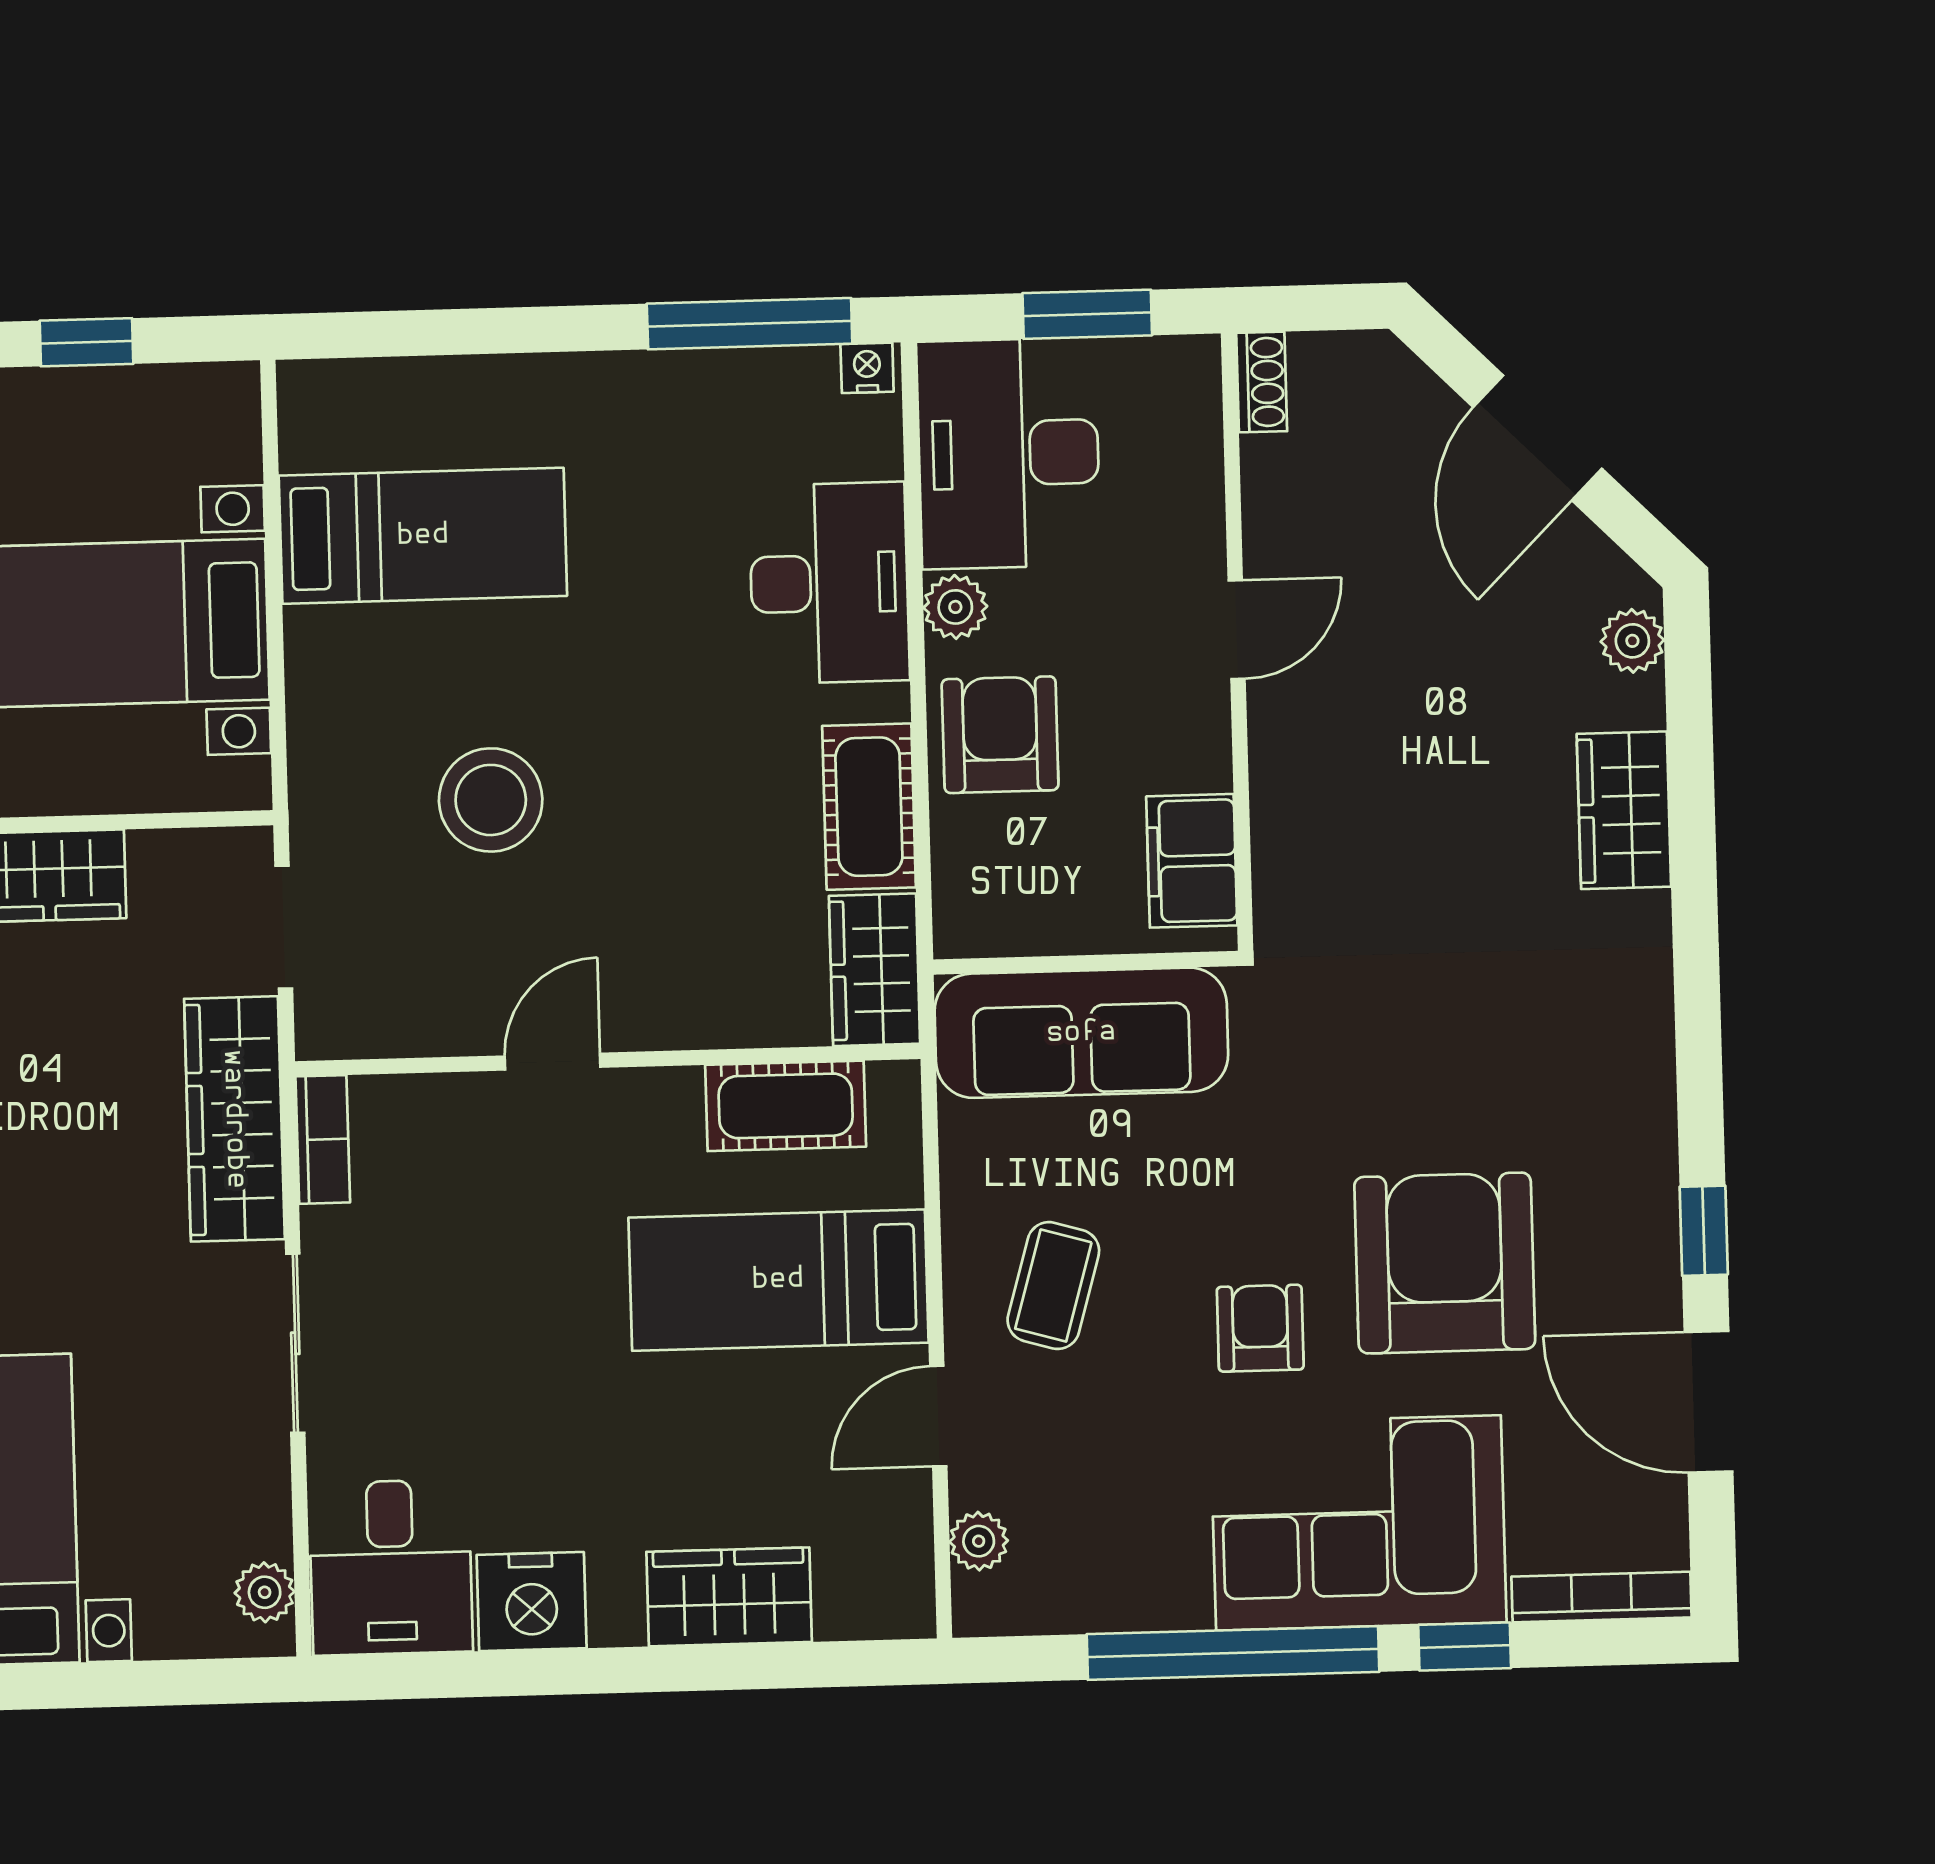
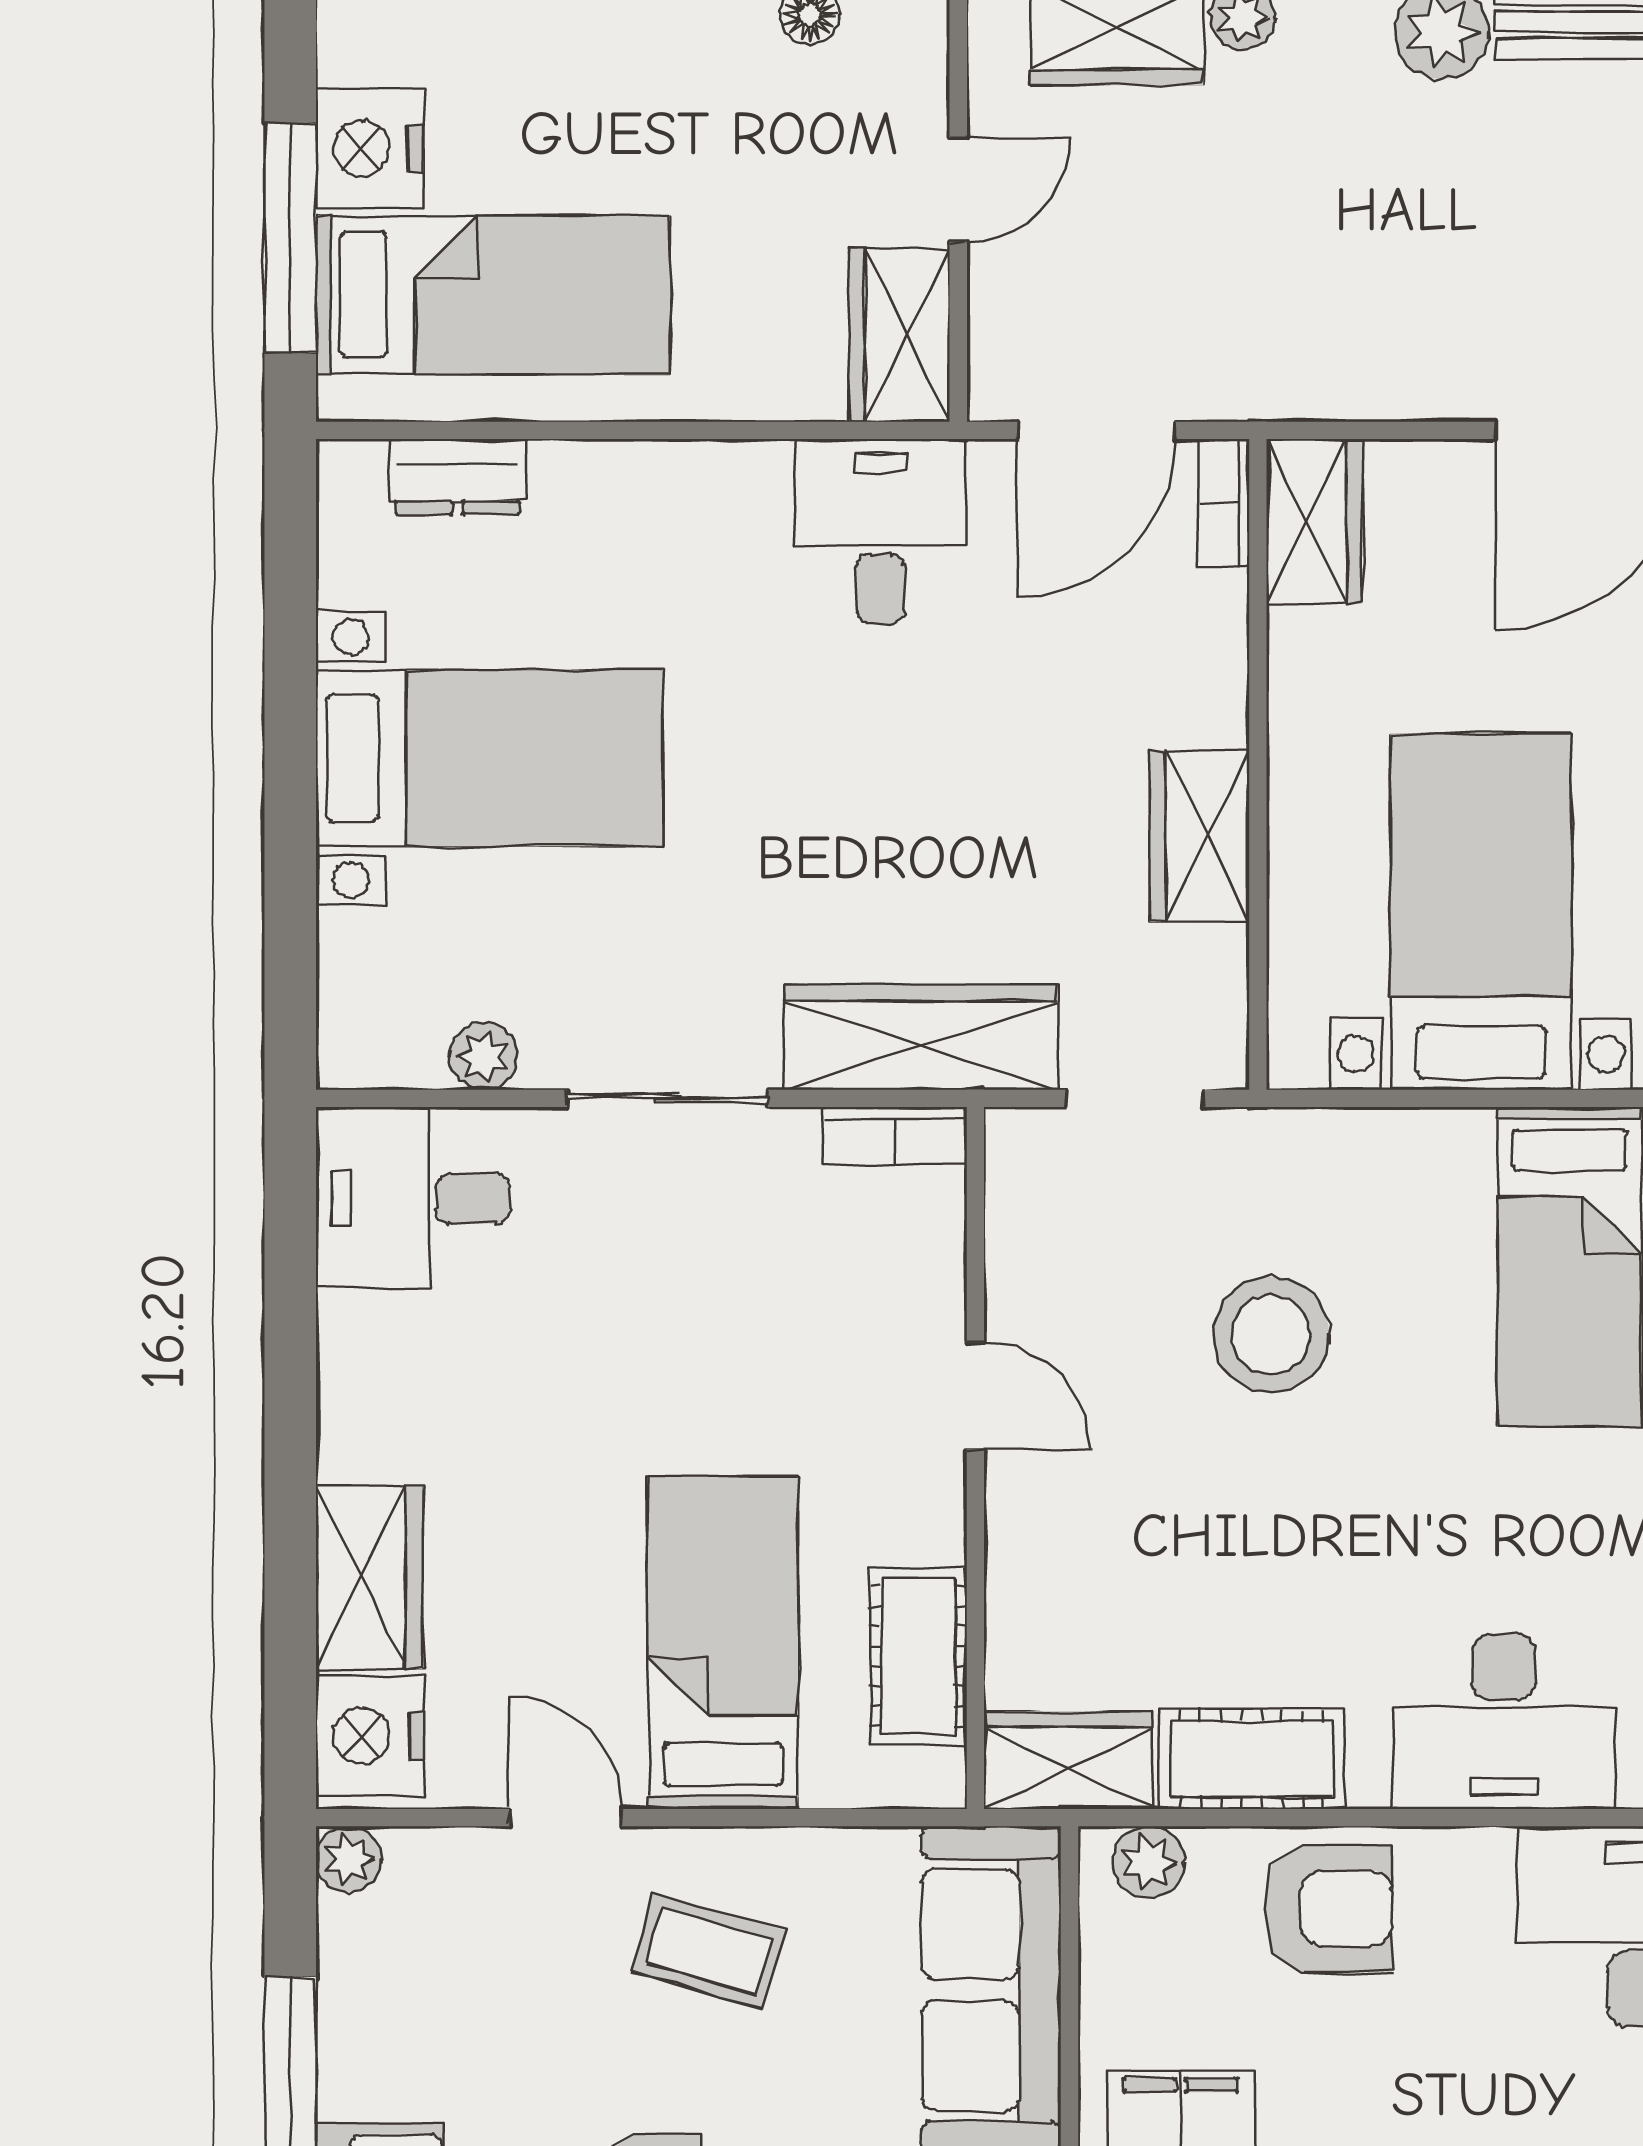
plant: (955, 607) -> (1149, 1862), moved
plant: (979, 1541) -> (349, 1859), moved
plant: (265, 1592) -> (483, 1056), moved
nightstand: (532, 1602) -> (370, 1736), moved

